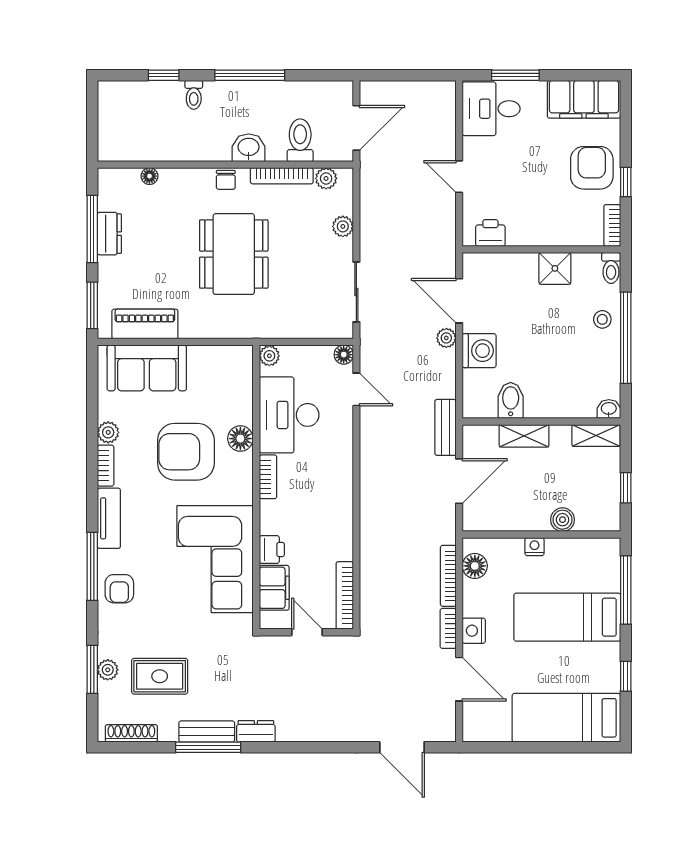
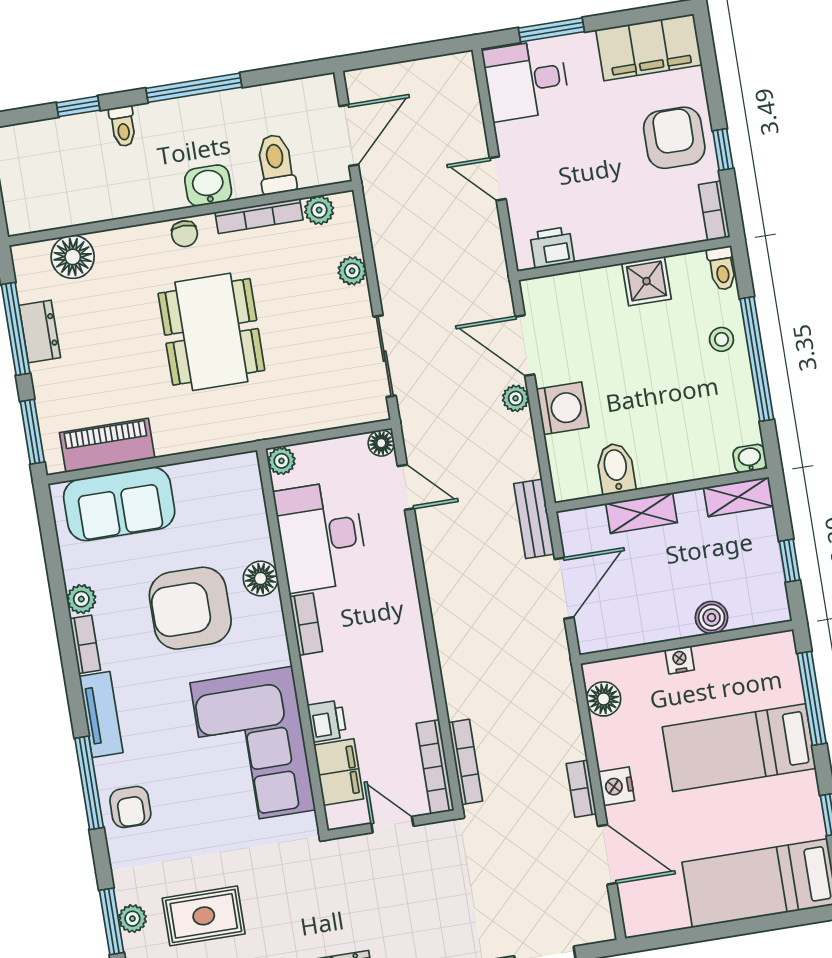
floor lamp: (149, 176) -> (73, 257), width x1.89, depth x1.89
bookcase: (448, 576) -> (465, 762), moved, turned 180

